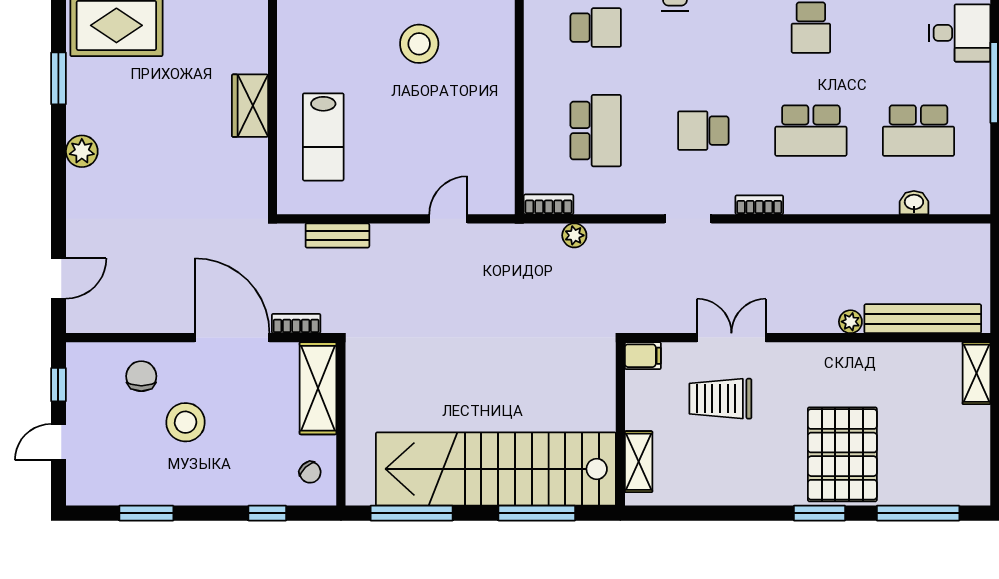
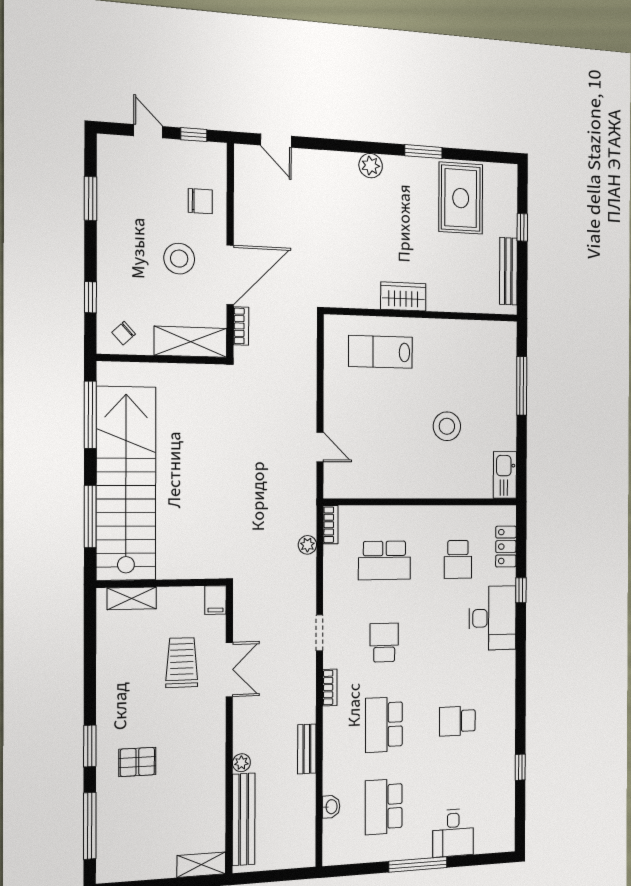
bench: (337, 235) -> (307, 749), moved
stool: (186, 422) -> (179, 259), moved
pallet: (842, 454) -> (137, 762), width x0.49, depth x0.50

